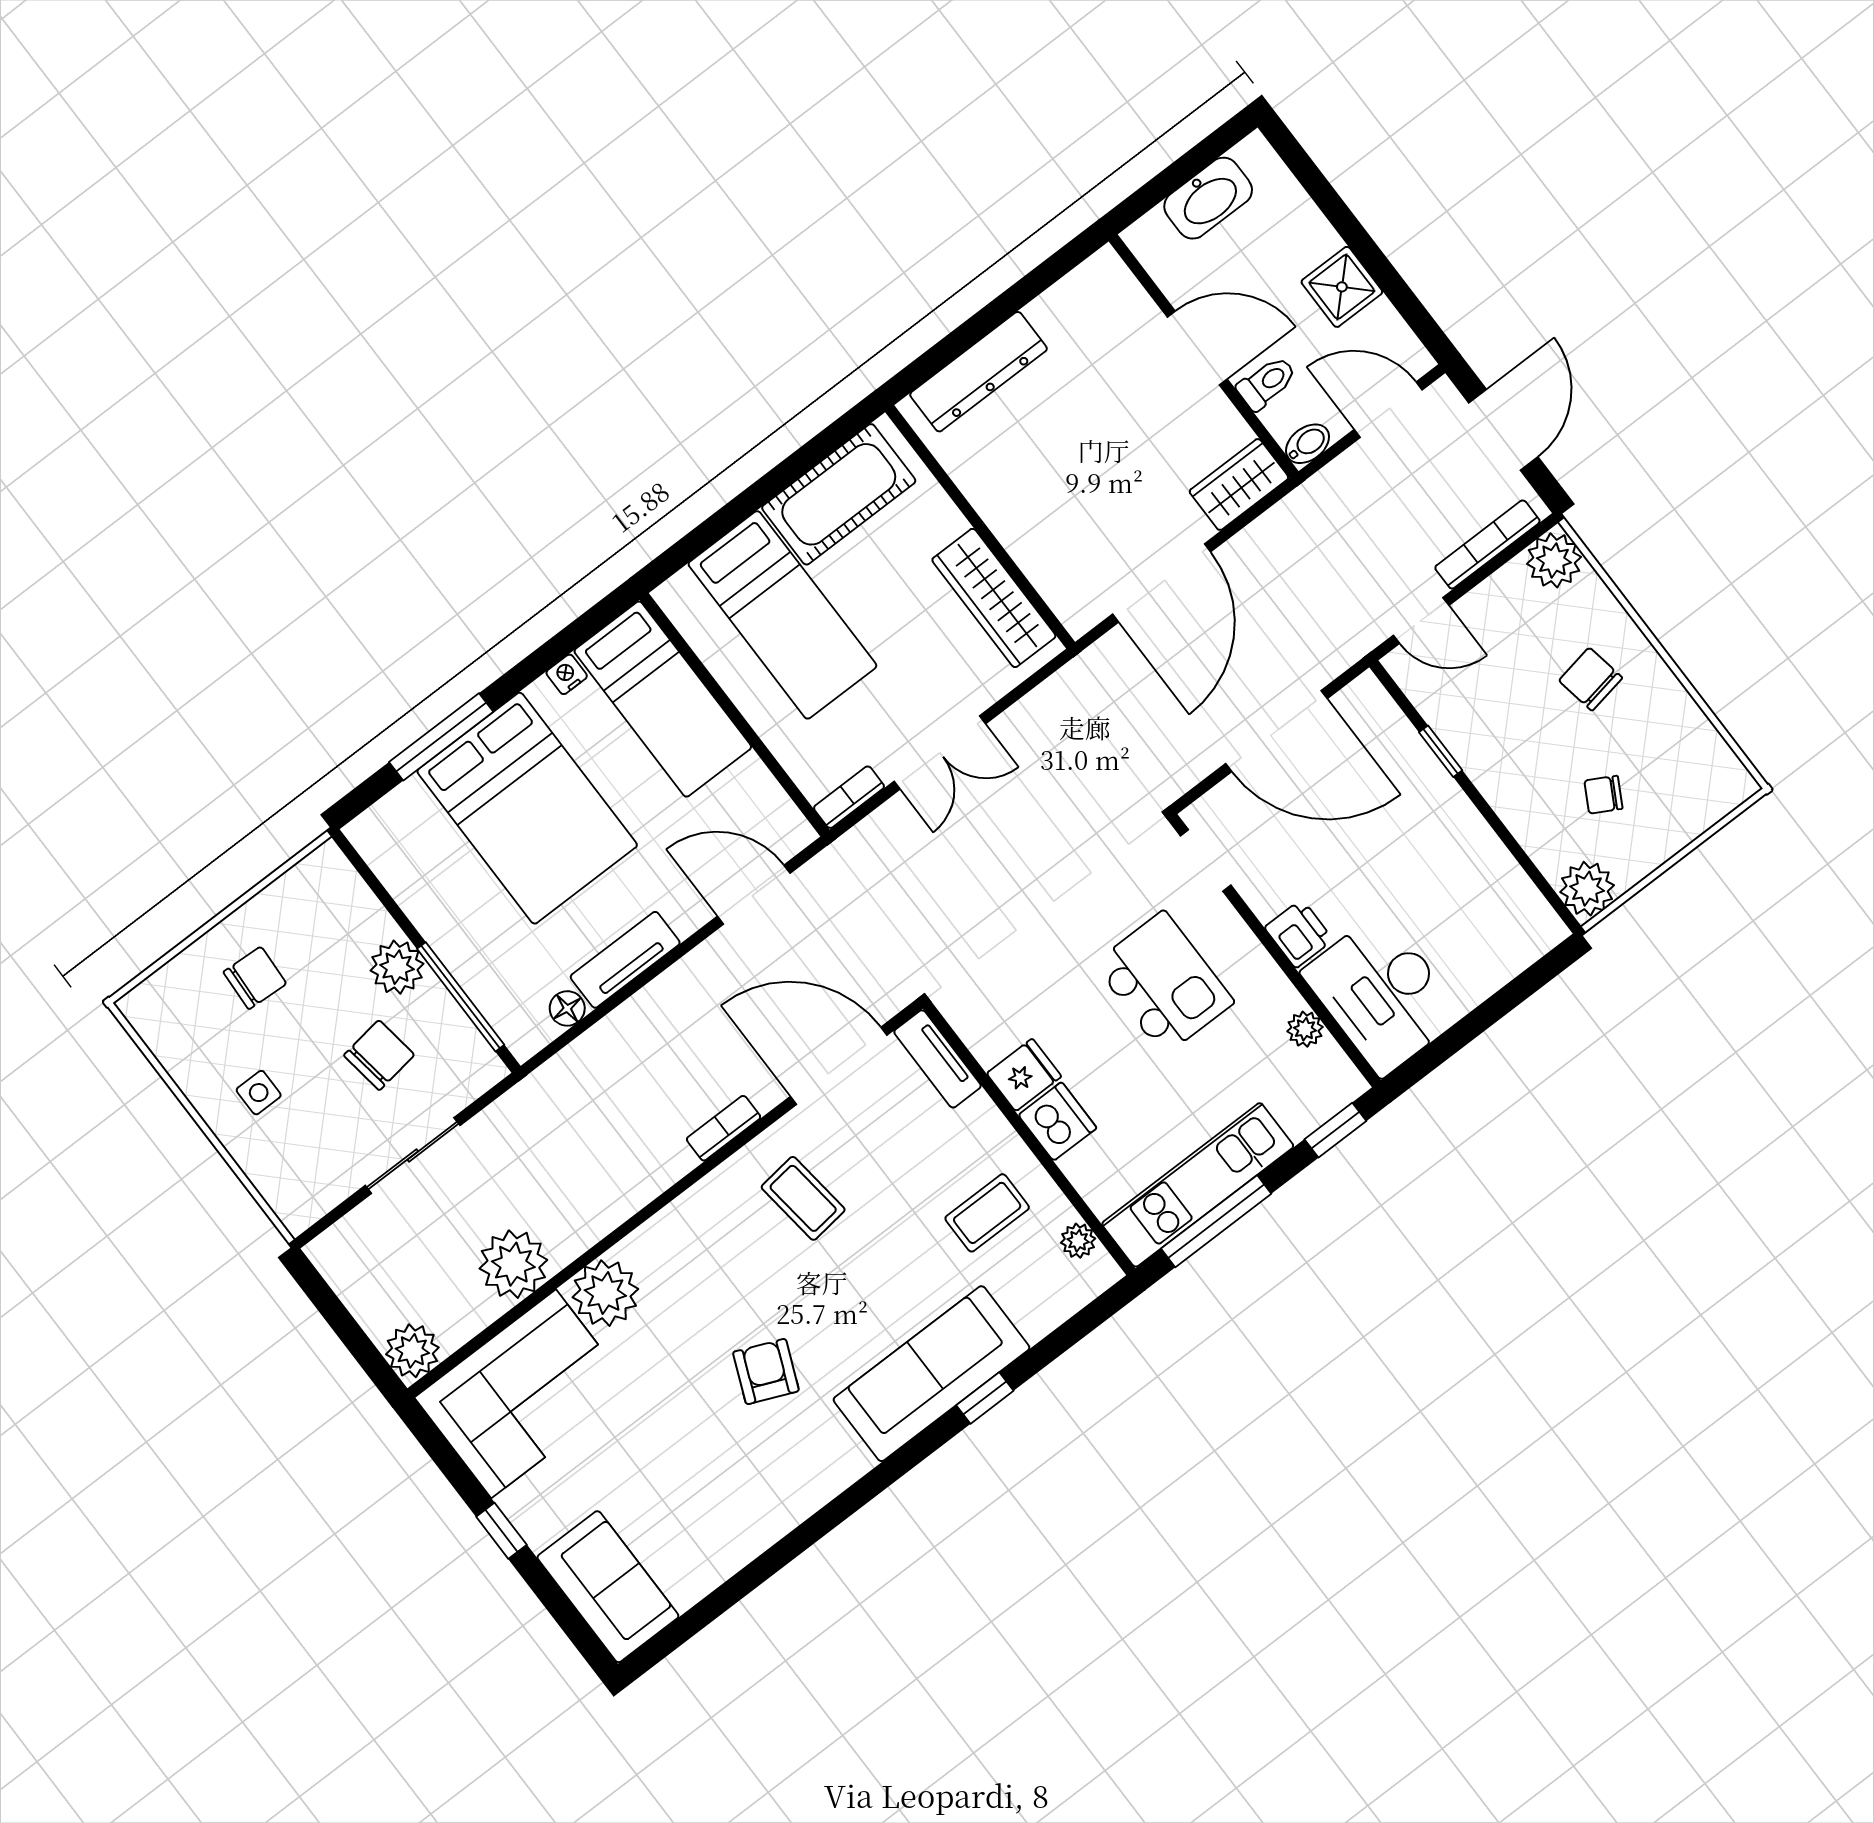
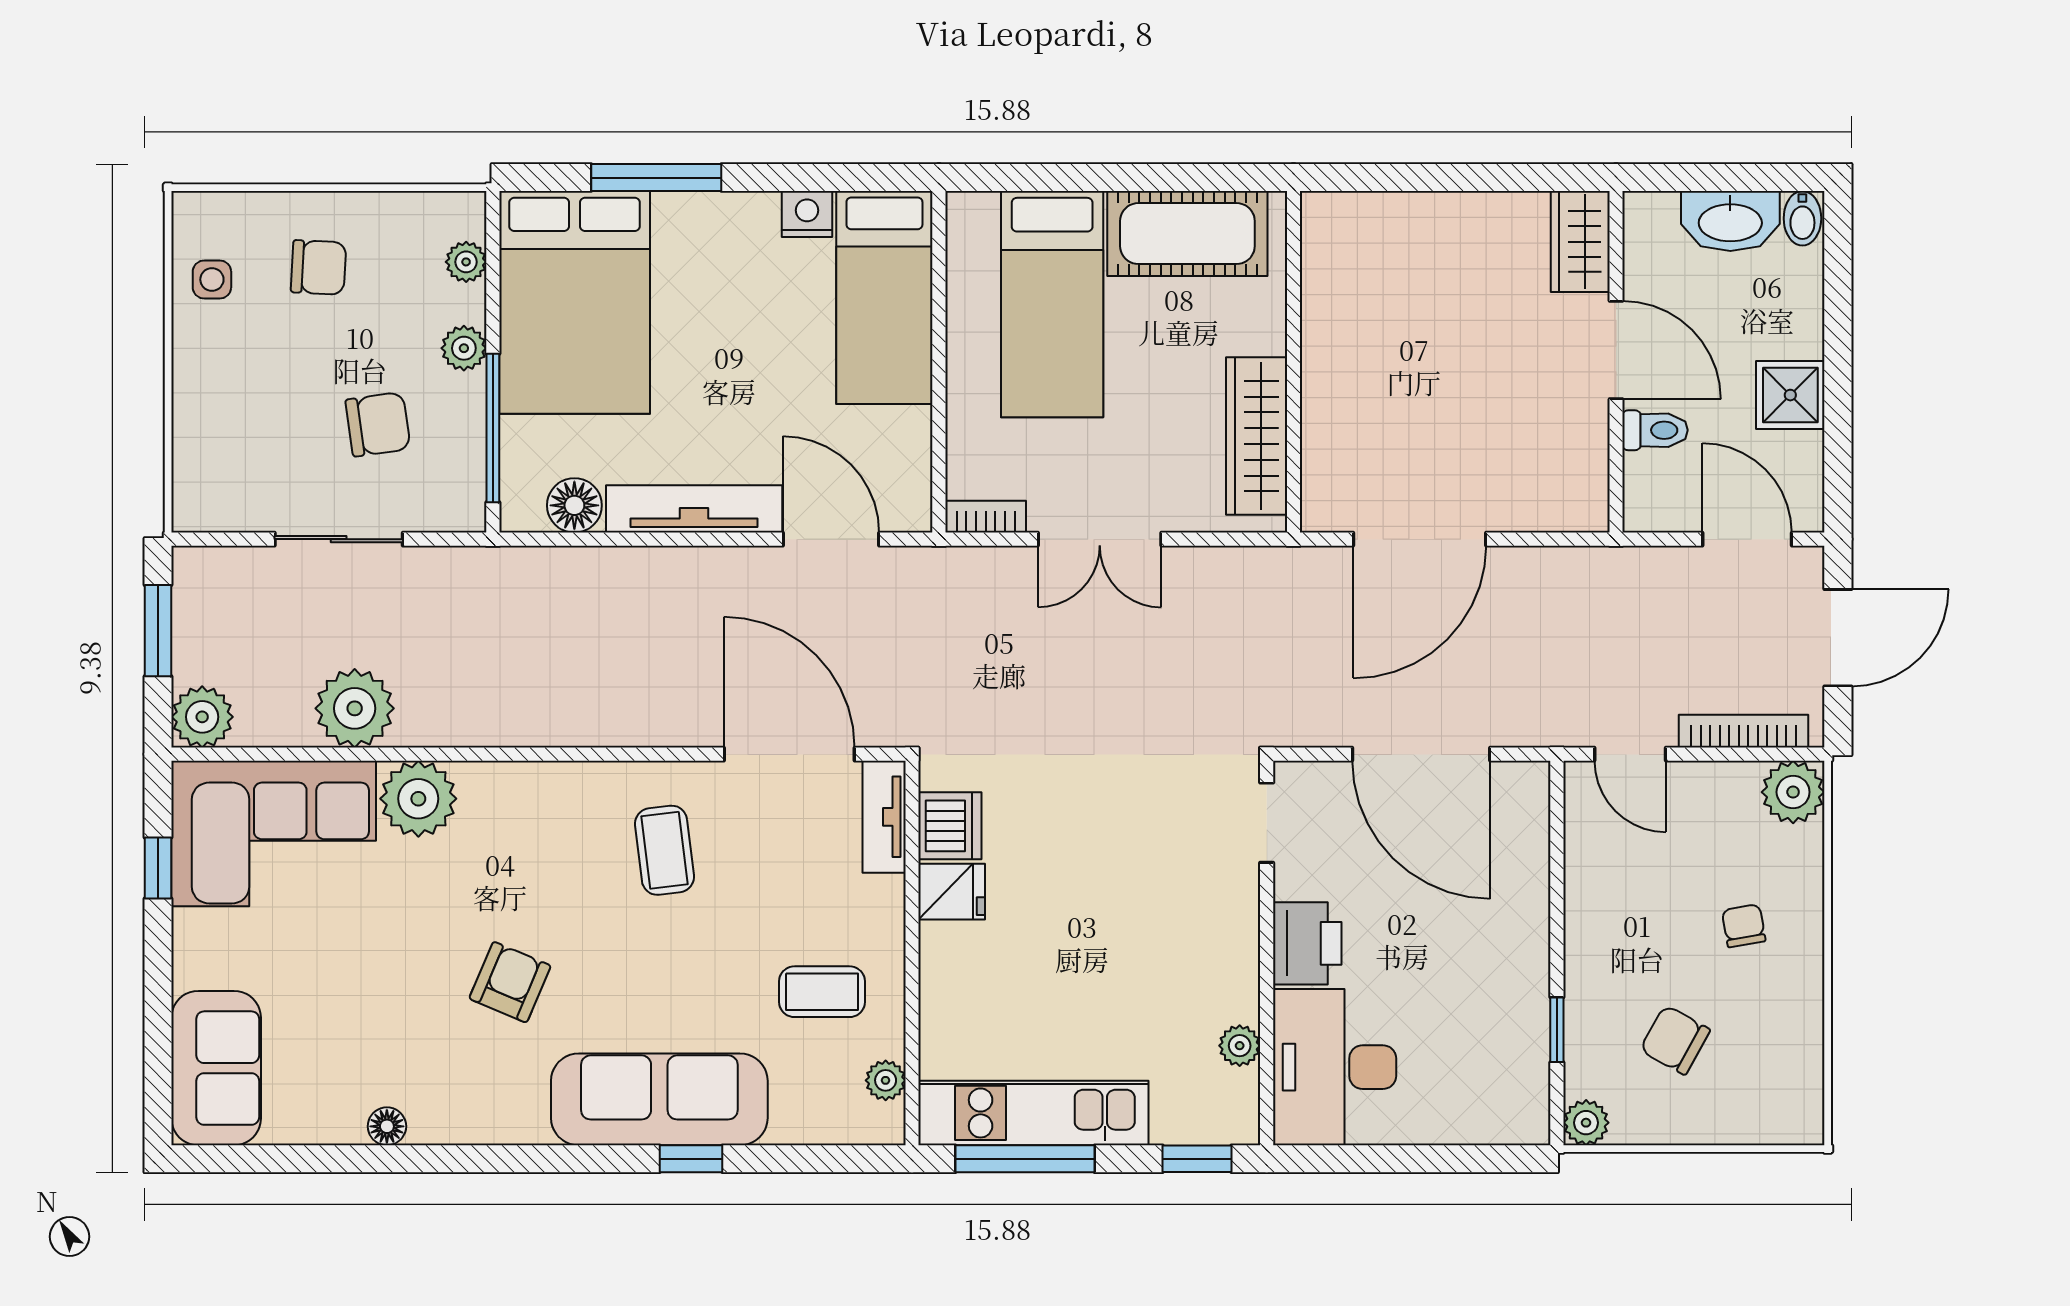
dresser: (979, 372) -> (1400, 219), removed
bidet: (1308, 444) -> (1802, 218), moved, turned 90
wardrobe: (1239, 484) -> (1580, 242), moved, turned -90
nightstand: (567, 674) -> (807, 214), width x1.39, depth x1.35
chair: (1591, 679) -> (1744, 926), width x0.73, depth x0.73
window: (1441, 751) -> (1557, 1030), moved
chair: (1603, 795) -> (1675, 1040), width x1.37, depth x1.37
bed: (527, 808) -> (575, 302), moved
plant: (1587, 889) -> (1586, 1123), width x0.73, depth x0.73
plant: (354, 896) -> (466, 262), added
printer: (1299, 934) -> (1307, 943), width x1.36, depth x1.24
tv unit: (625, 960) -> (694, 509), width x1.41
plant: (397, 967) -> (464, 348), width x0.73, depth x0.73
kitchen island: (1164, 983) -> (1143, 905), removed
floor lamp: (567, 1008) -> (574, 505), width x1.37, depth x1.37
side table: (259, 1093) -> (212, 280), moved
dishwasher: (1058, 1121) -> (950, 826), moved
bookcase: (724, 1128) -> (641, 731), removed
window: (336, 1314) -> (158, 631), added
window: (501, 1531) -> (158, 868), moved
floor lamp: (757, 1537) -> (387, 1126), added

